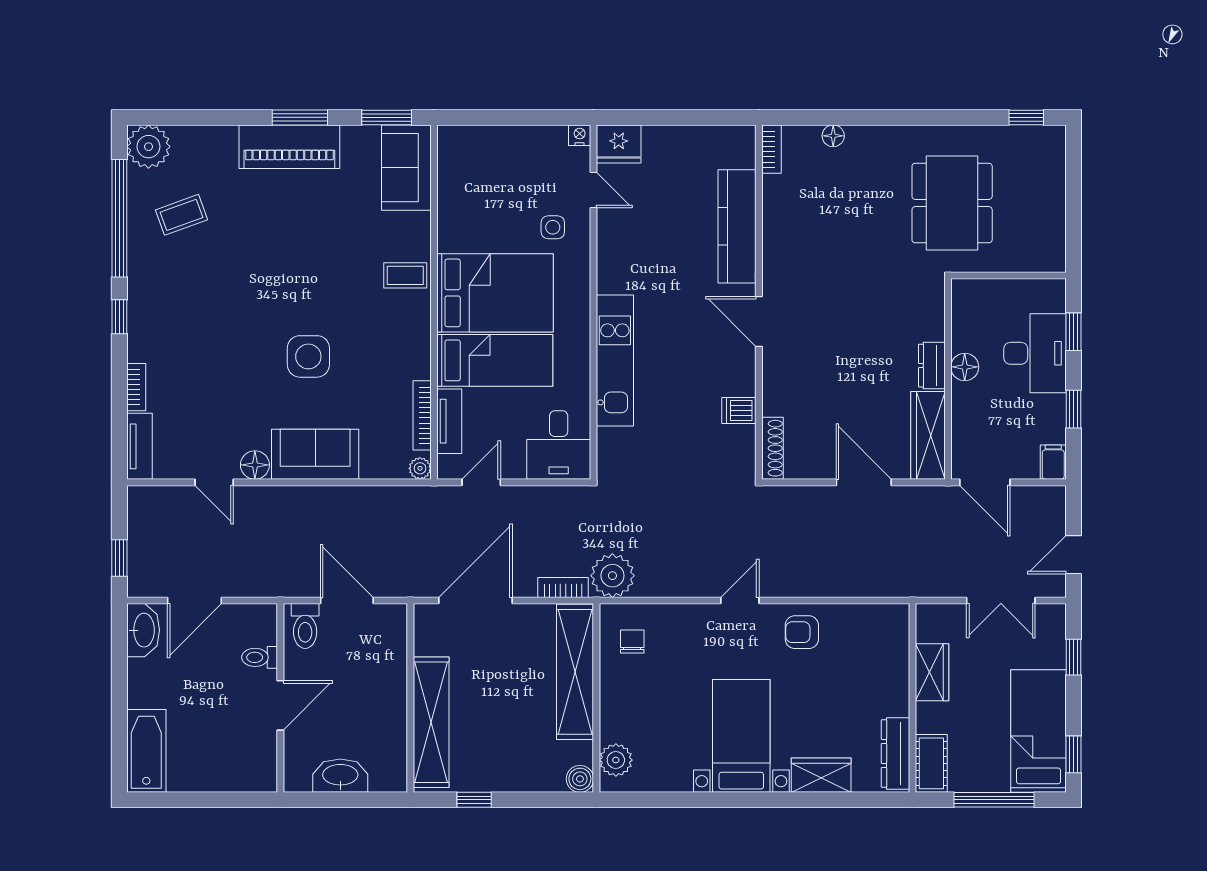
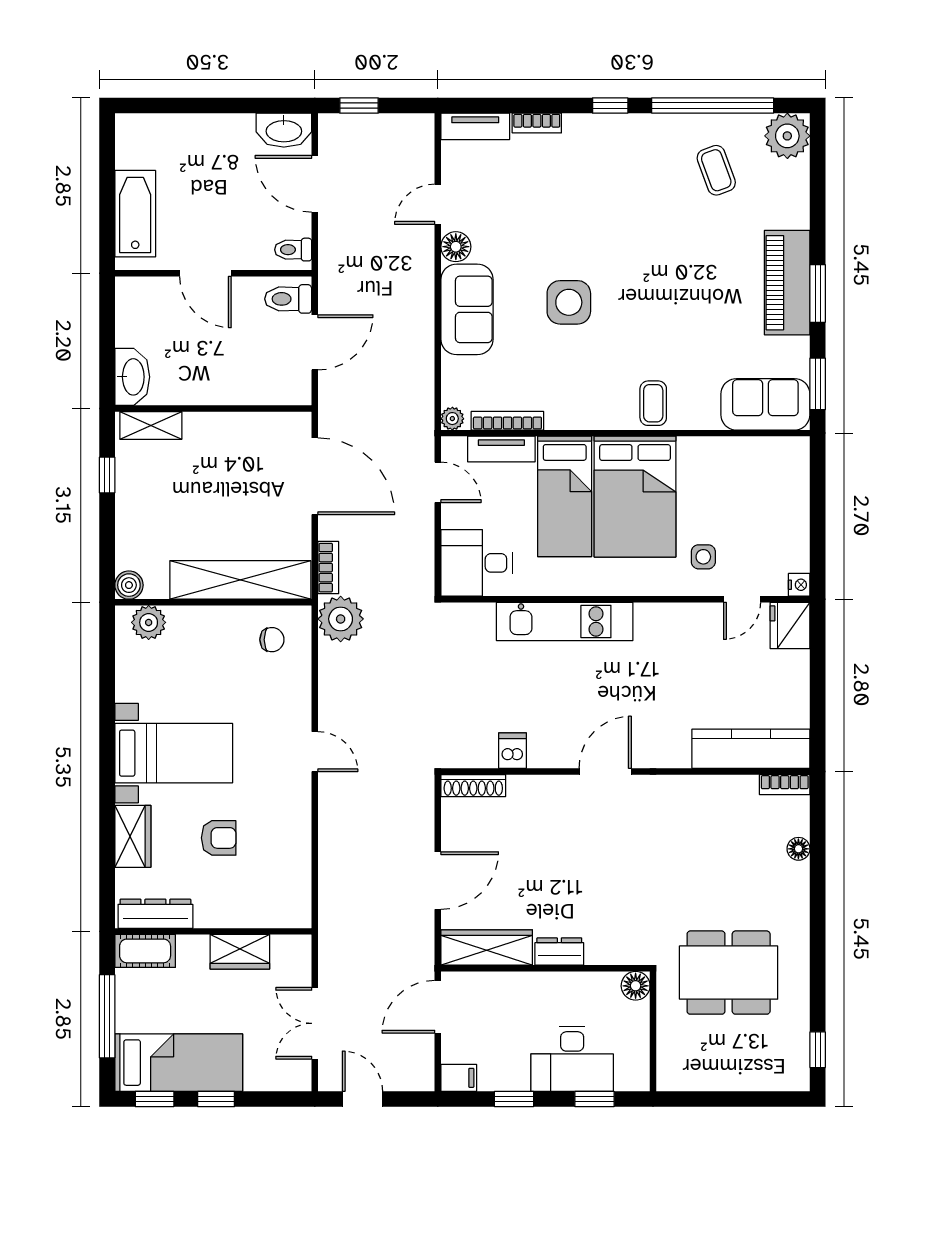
kitchen counter: (737, 226) -> (751, 749), moved
floor lamp: (965, 367) -> (636, 986), moved
armchair: (802, 632) -> (219, 838), moved, turned 90
toilet: (260, 657) -> (293, 250), moved, turned -90
window: (1074, 657) -> (216, 1099), moved
shelving: (431, 722) -> (151, 425), width x0.45, depth x0.75
bathtub: (146, 751) -> (135, 214), moved, turned -90
washbasin: (340, 776) -> (132, 377), moved

